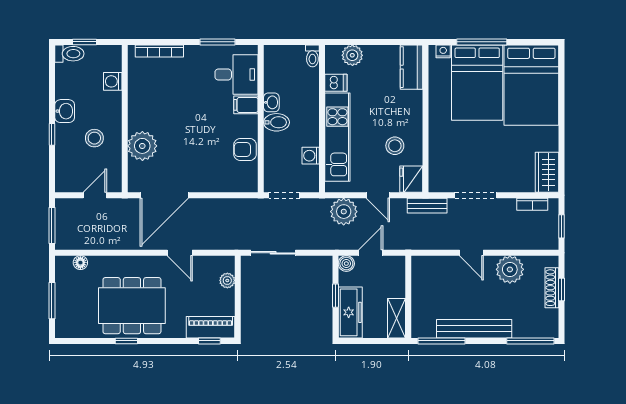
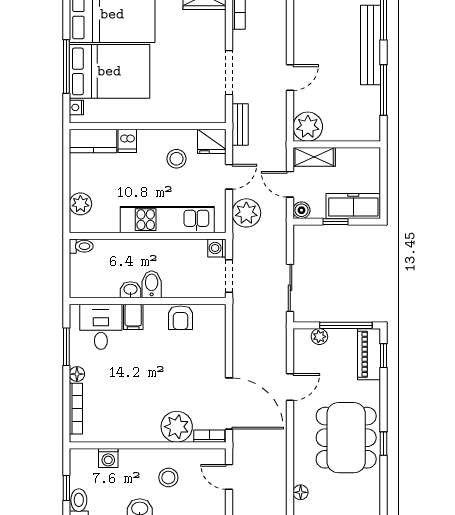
floor lamp: (192, 52) -> (77, 374), added
dishwasher: (336, 83) -> (127, 141), moved, turned 180
washing machine: (311, 156) -> (217, 248), moved, turned 90
bookcase: (133, 177) -> (209, 436), added
plant: (510, 269) -> (308, 127), moved
window: (238, 305) -> (346, 325), added
shelving: (397, 318) -> (314, 157), moved
bench: (474, 329) -> (371, 45), moved
window: (442, 341) -> (384, 90), moved

